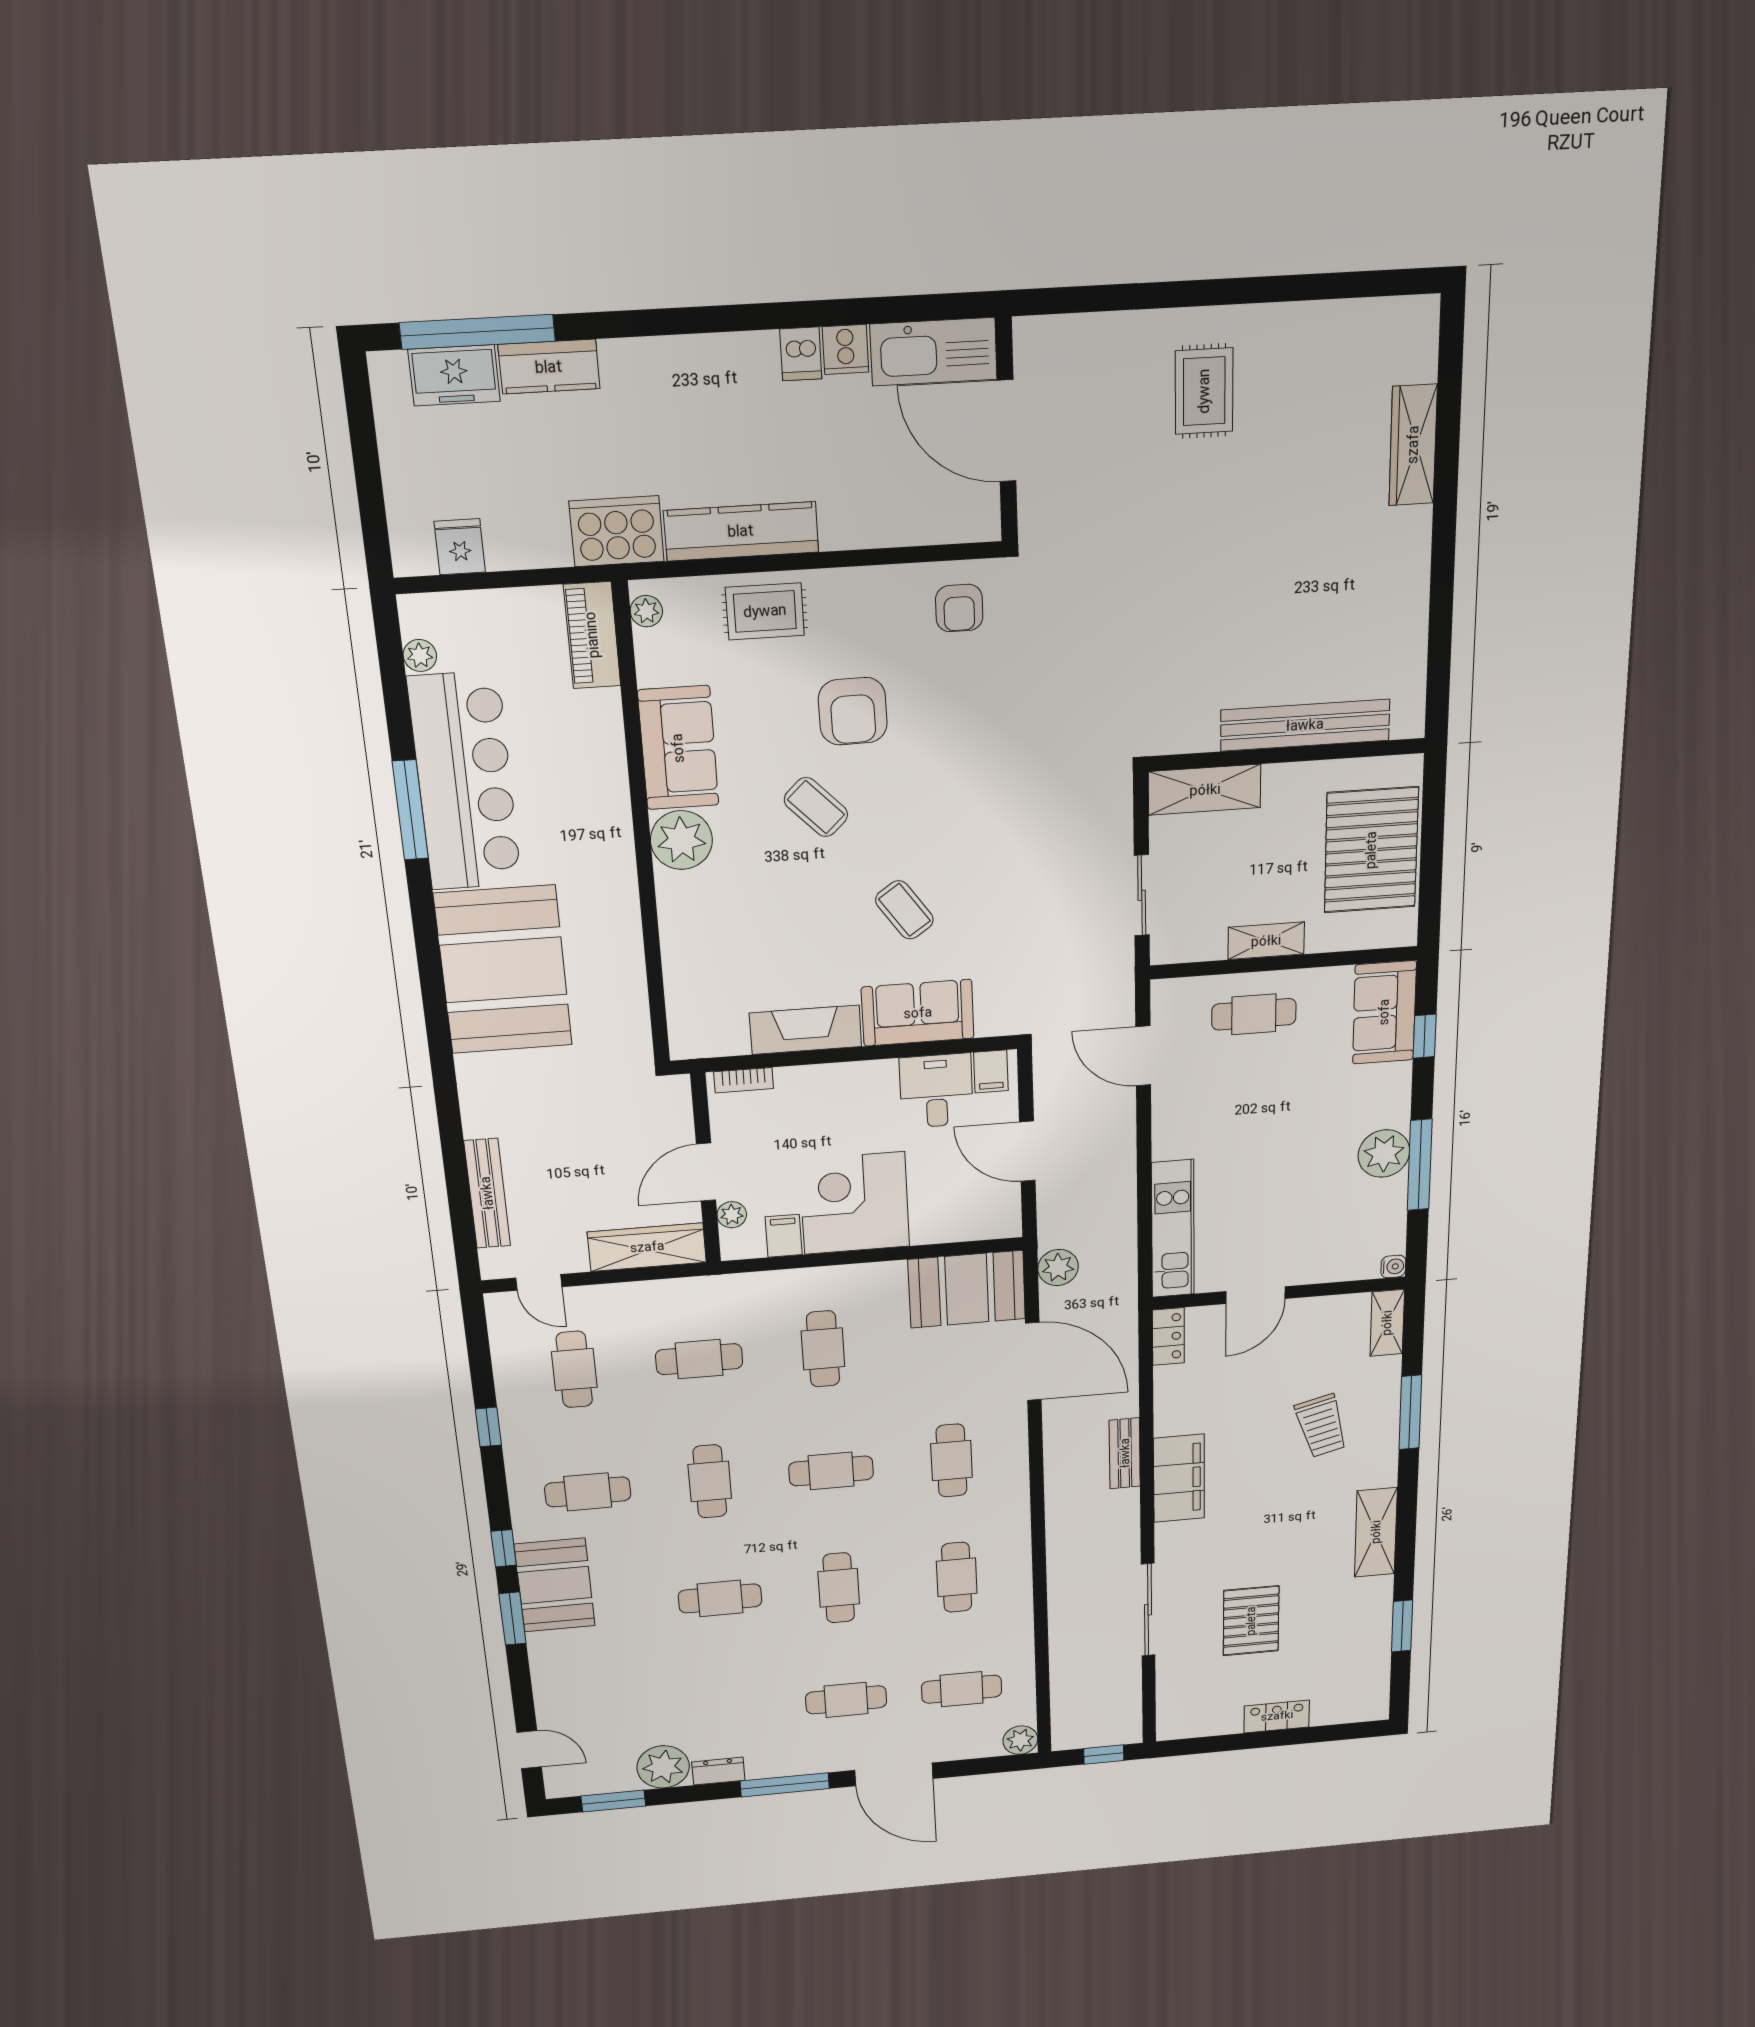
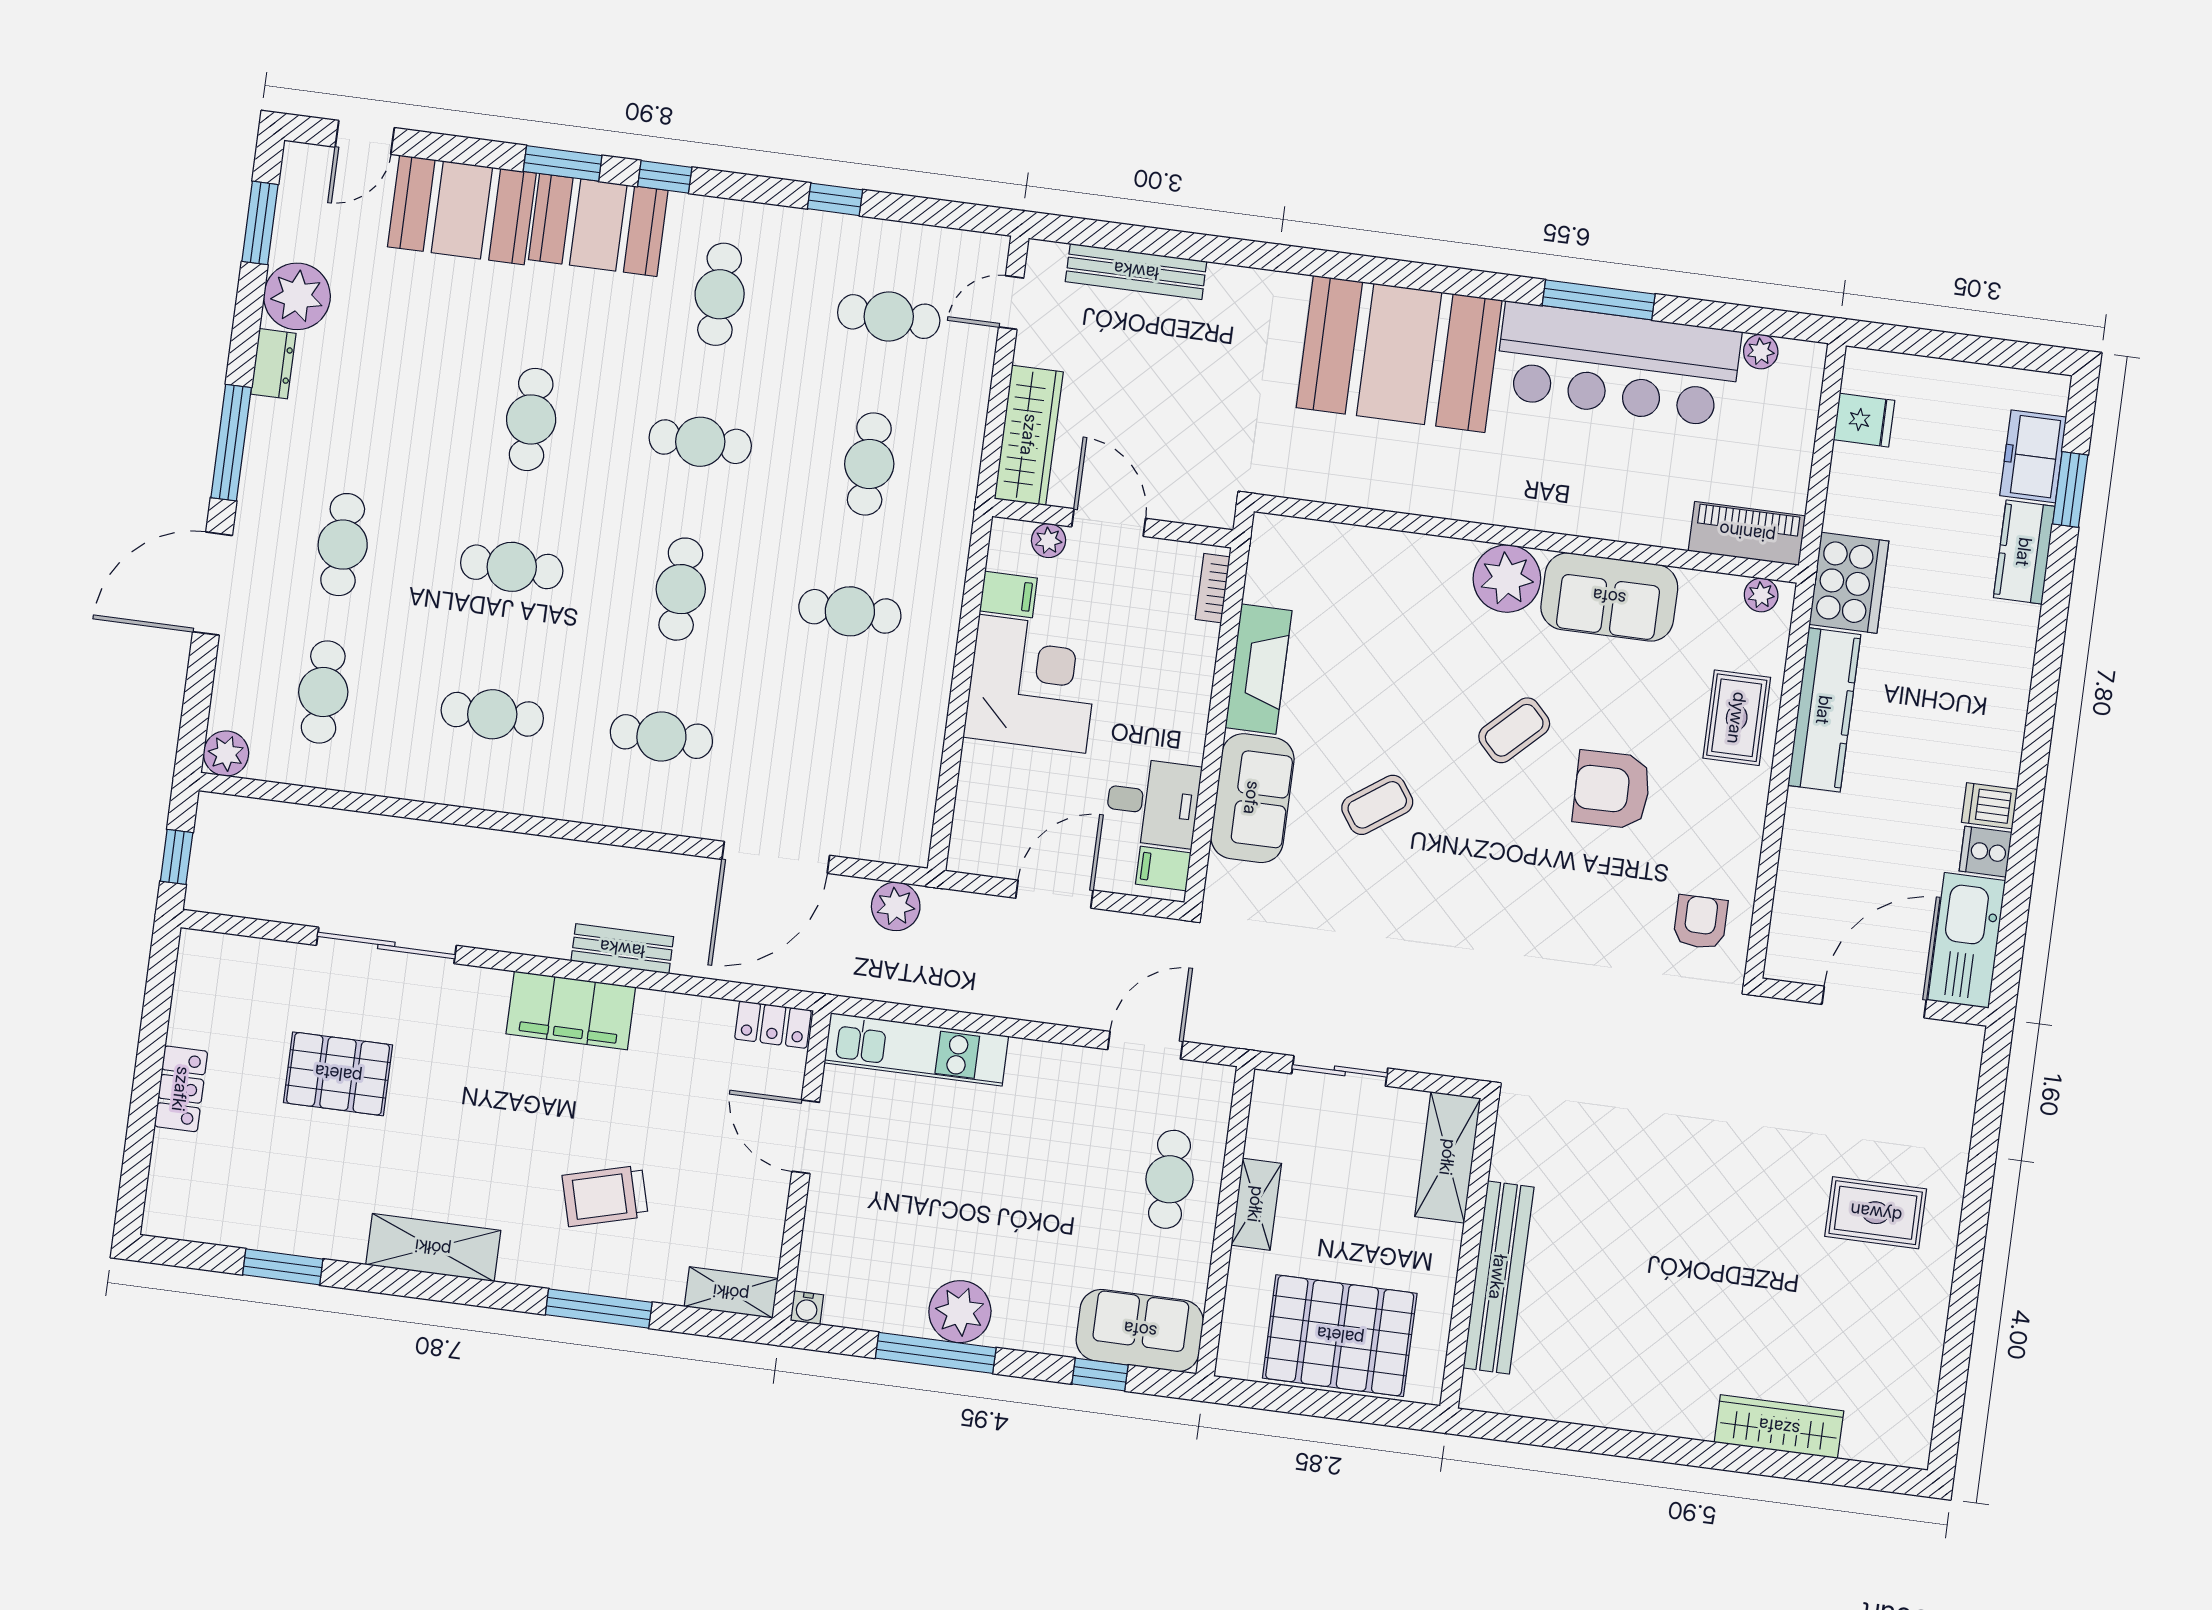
window: (477, 332) -> (2070, 489), width x0.47
armchair: (959, 608) -> (1700, 922), turned 90
booth: (967, 1289) -> (462, 210), moved, turned 90

